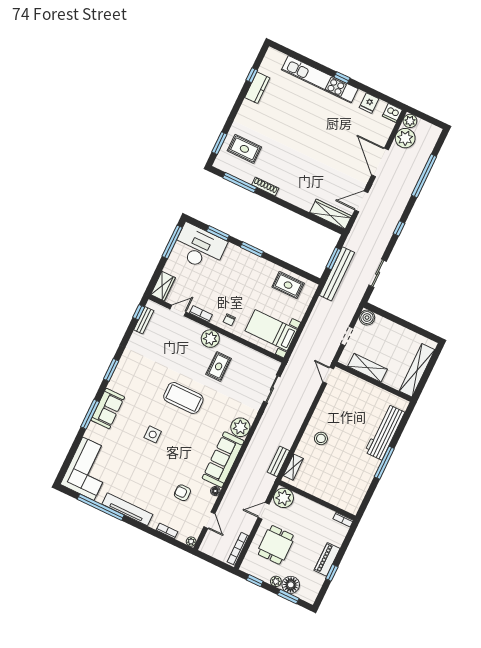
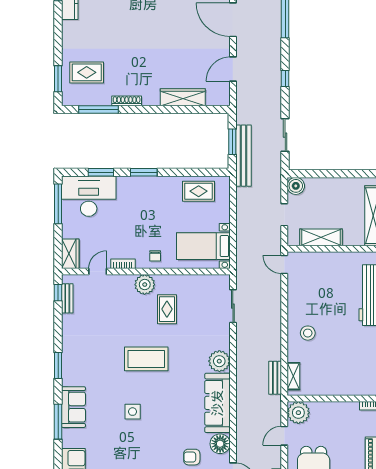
wardrobe: (331, 214) -> (183, 97), moved
floor lamp: (215, 491) -> (220, 444), width x1.89, depth x1.89

